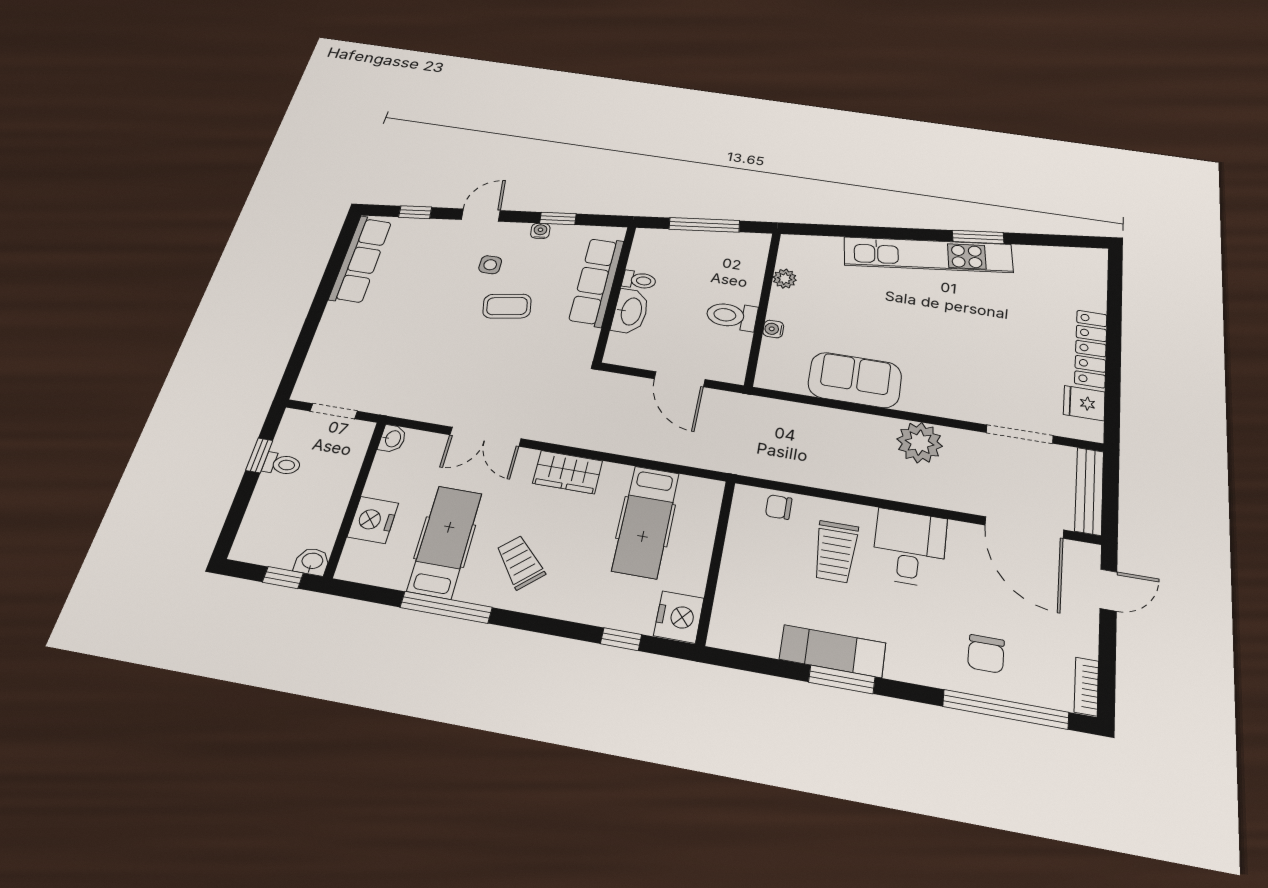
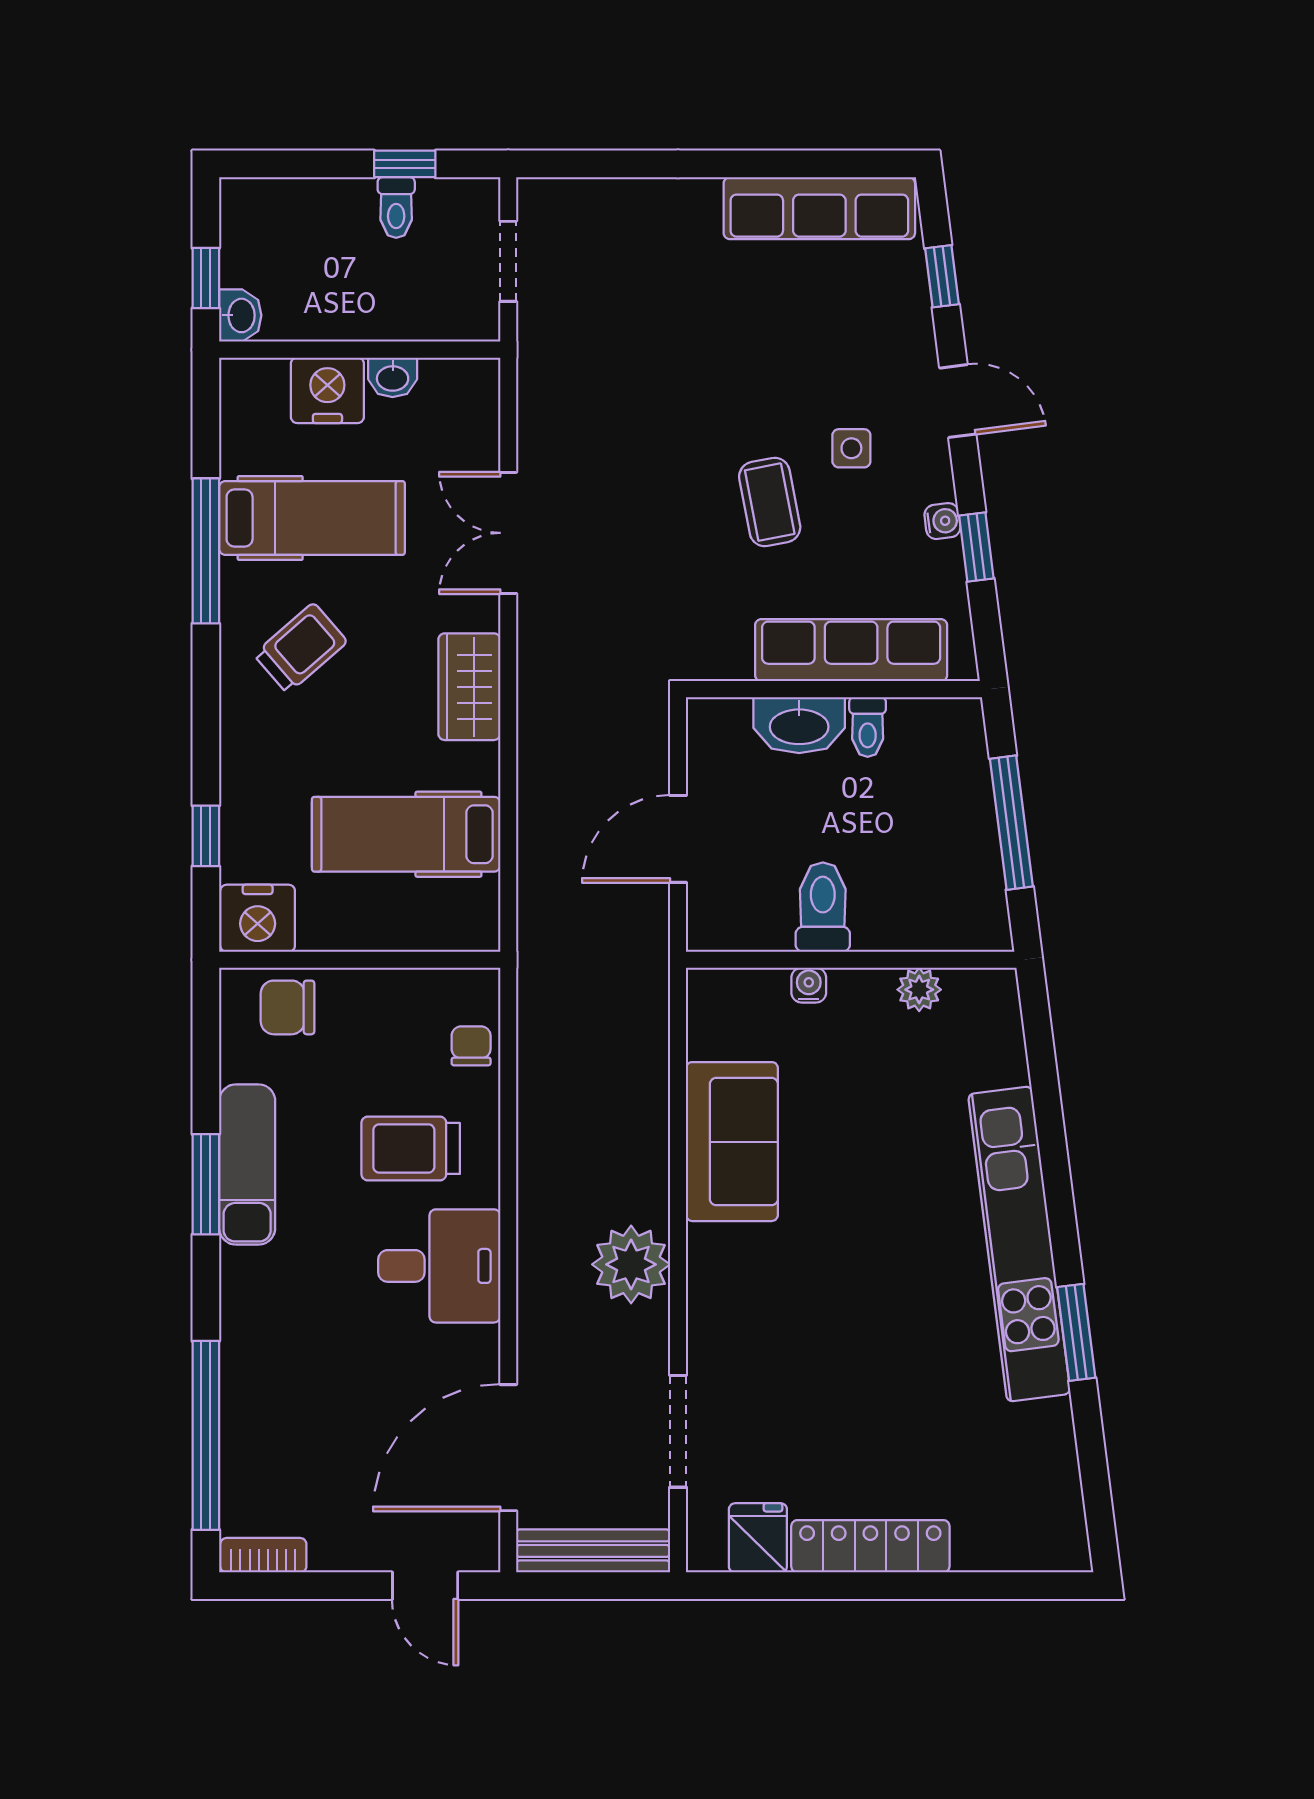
washbasin: (392, 439) -> (393, 377), moved
chair: (986, 654) -> (288, 1007), moved

